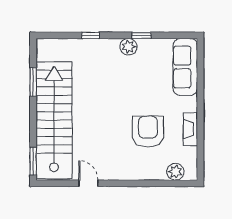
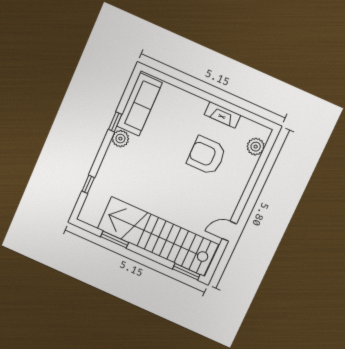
window: (91, 35) -> (88, 184), moved
sofa: (185, 67) -> (139, 104), moved, turned -90

